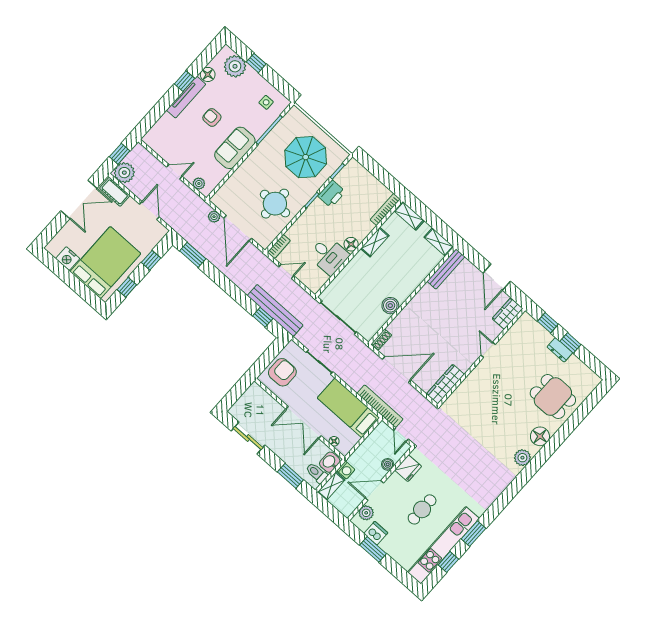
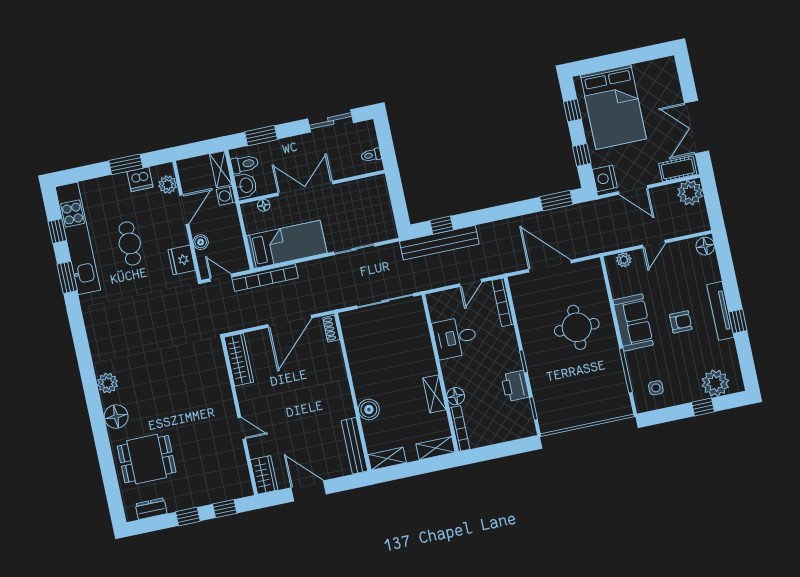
floor lamp: (208, 74) -> (705, 246), moved
window: (120, 154) -> (712, 202), removed
parasol: (306, 157) -> (571, 387), removed
round table: (275, 204) -> (577, 327), moved
plant: (214, 217) -> (579, 251), removed
floor lamp: (351, 244) -> (456, 396), moved
bookcase: (279, 246) -> (503, 302), width x1.56
nightstand: (68, 259) -> (605, 178), moved, turned -90
boiler: (390, 306) -> (369, 410), moved
dresser: (560, 350) -> (151, 509), moved
armchair: (282, 372) -> (371, 204), removed
toilet: (251, 396) -> (371, 155), added

